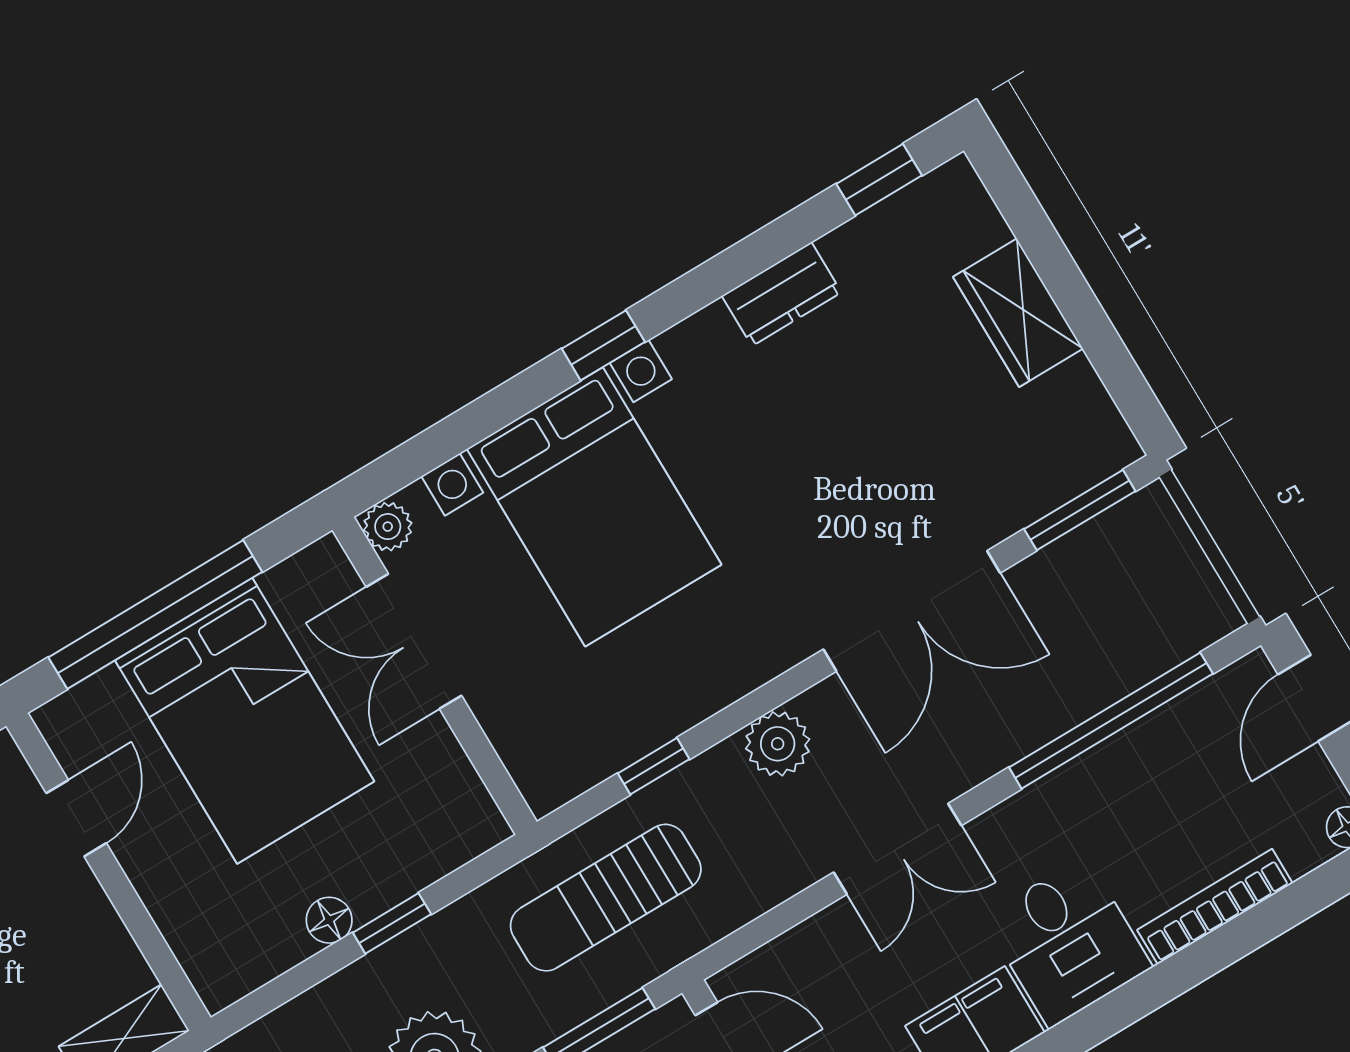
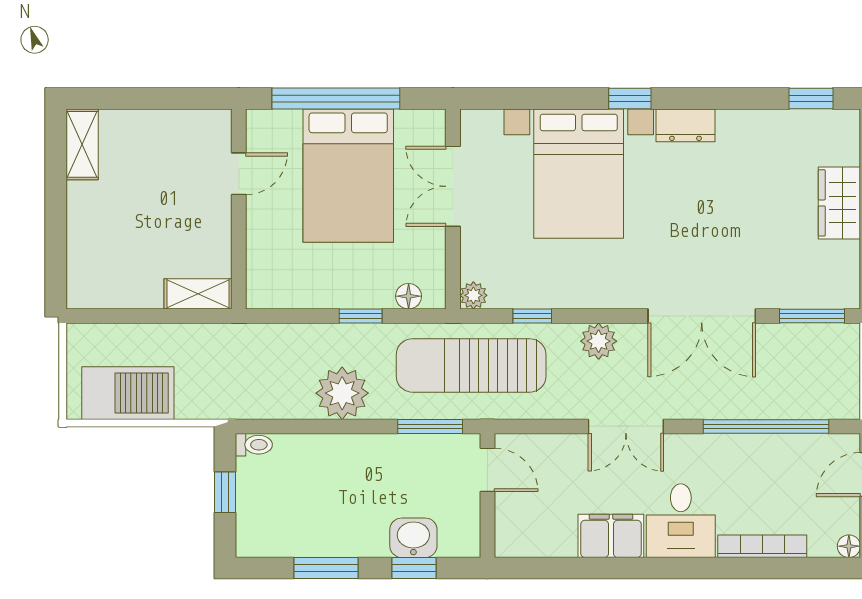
dresser: (782, 294) -> (685, 125), moved
plant: (388, 527) -> (473, 295), moved
sun lounger: (606, 898) -> (471, 365), width x1.36, depth x1.34
floor lamp: (329, 920) -> (409, 296), moved

